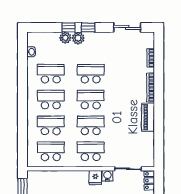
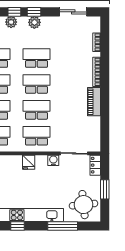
plant: (78, 38) -> (34, 22), moved
fridge: (95, 178) -> (29, 162), moved

